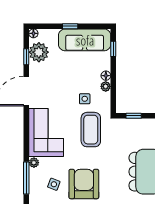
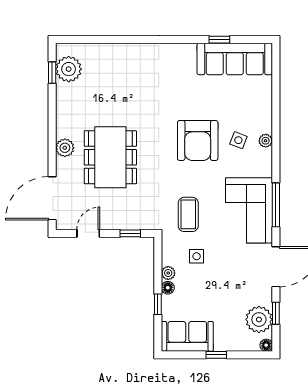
sofa: (85, 40) -> (187, 336), width x0.73
window: (113, 49) -> (158, 304), moved
coffee table: (91, 130) -> (188, 214), width x0.73, depth x0.76
plant: (34, 163) -> (266, 141), moved
window: (26, 178) -> (276, 205), moved

